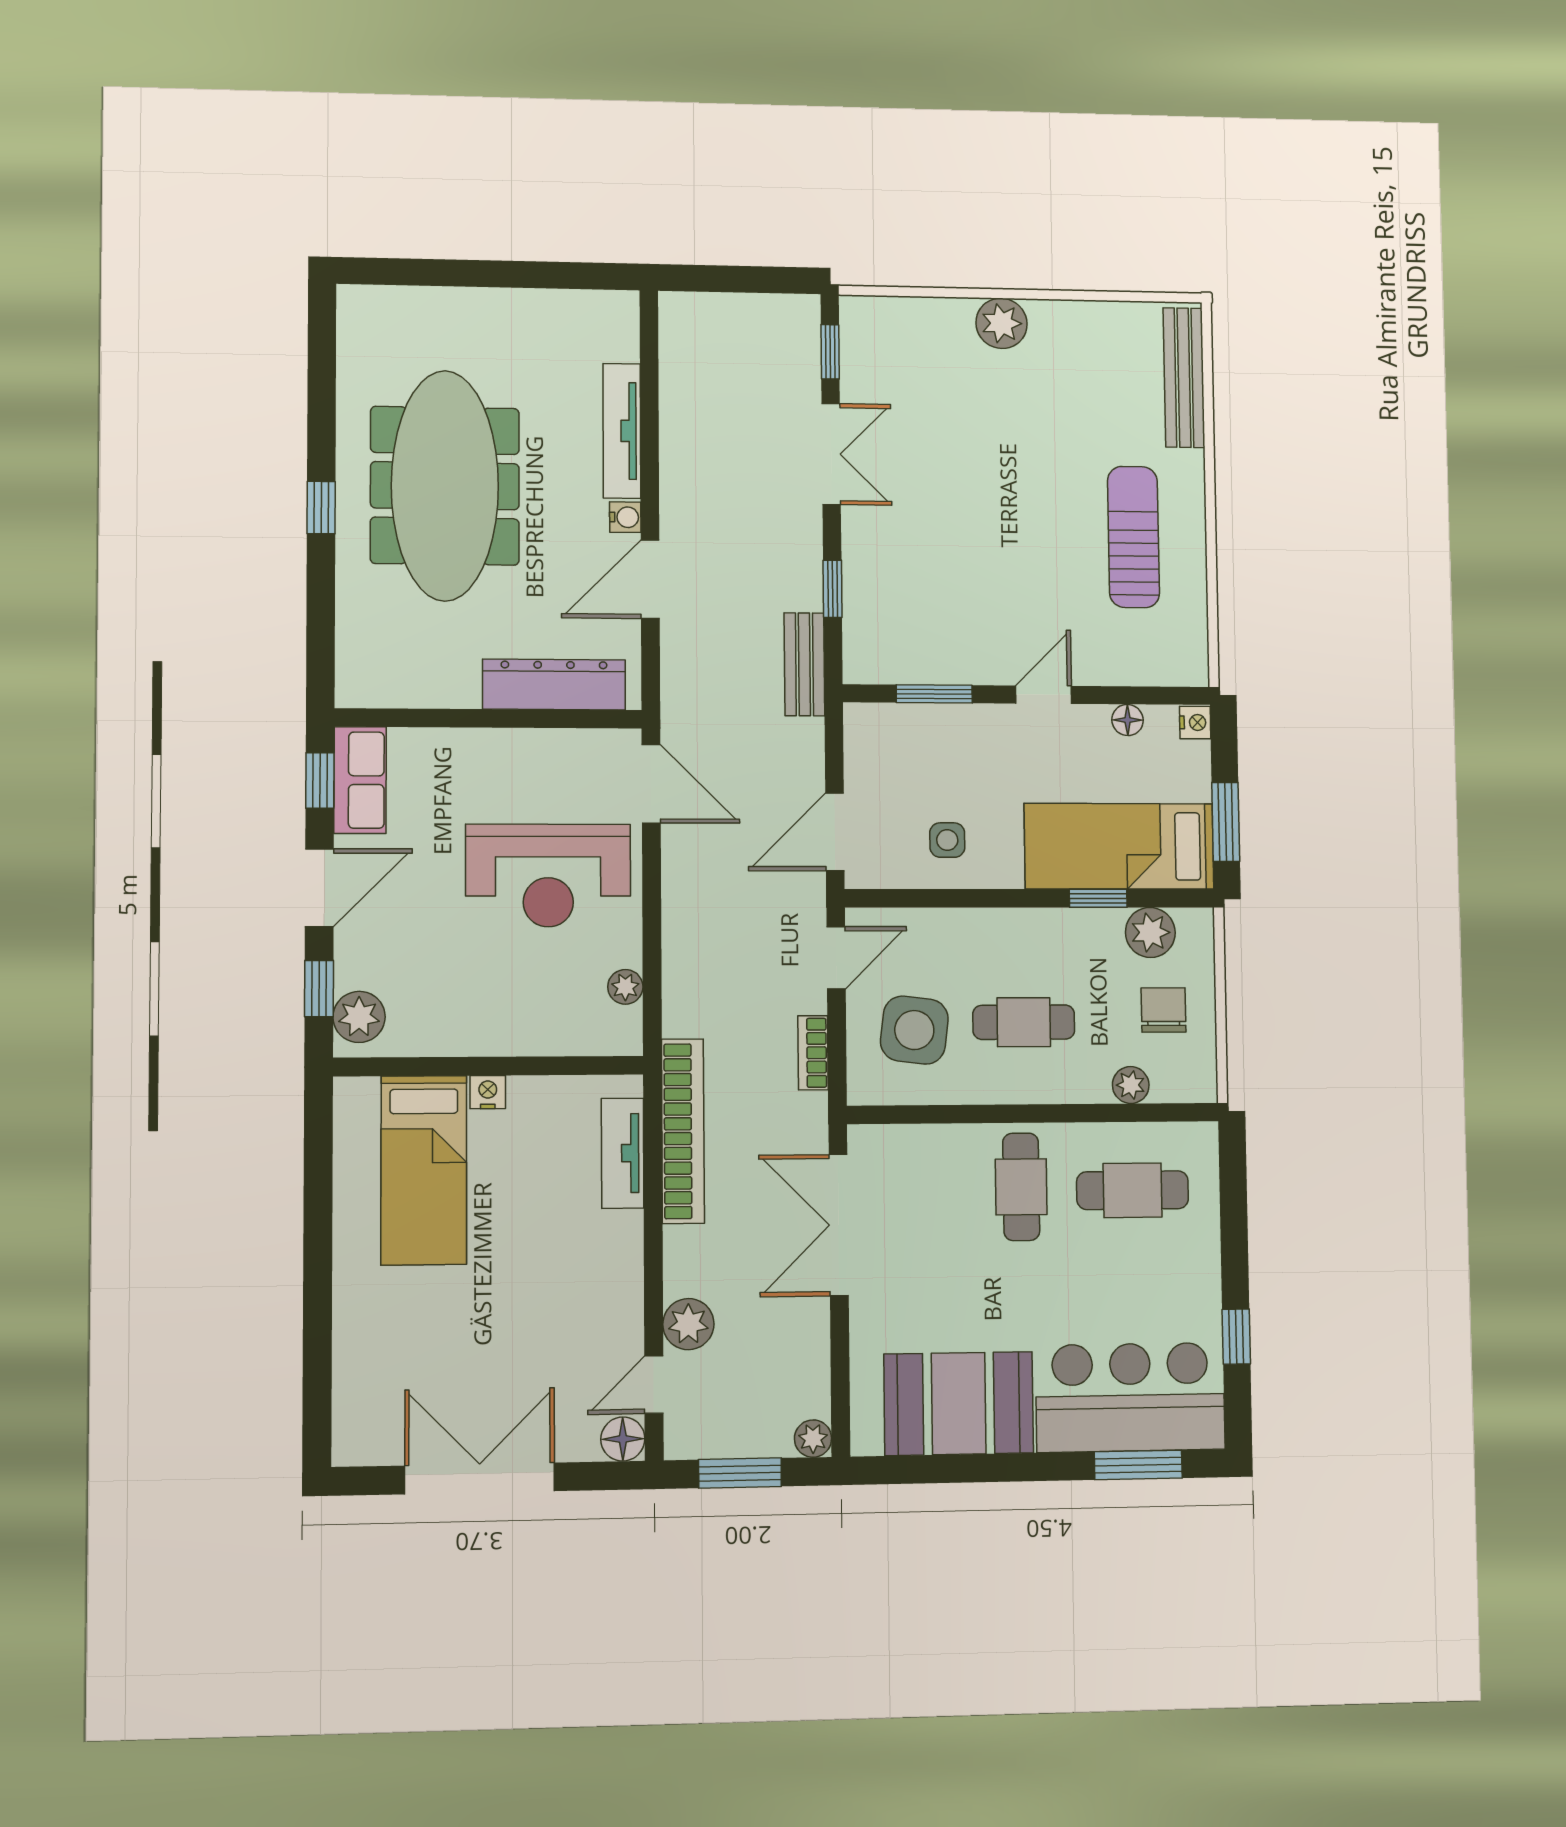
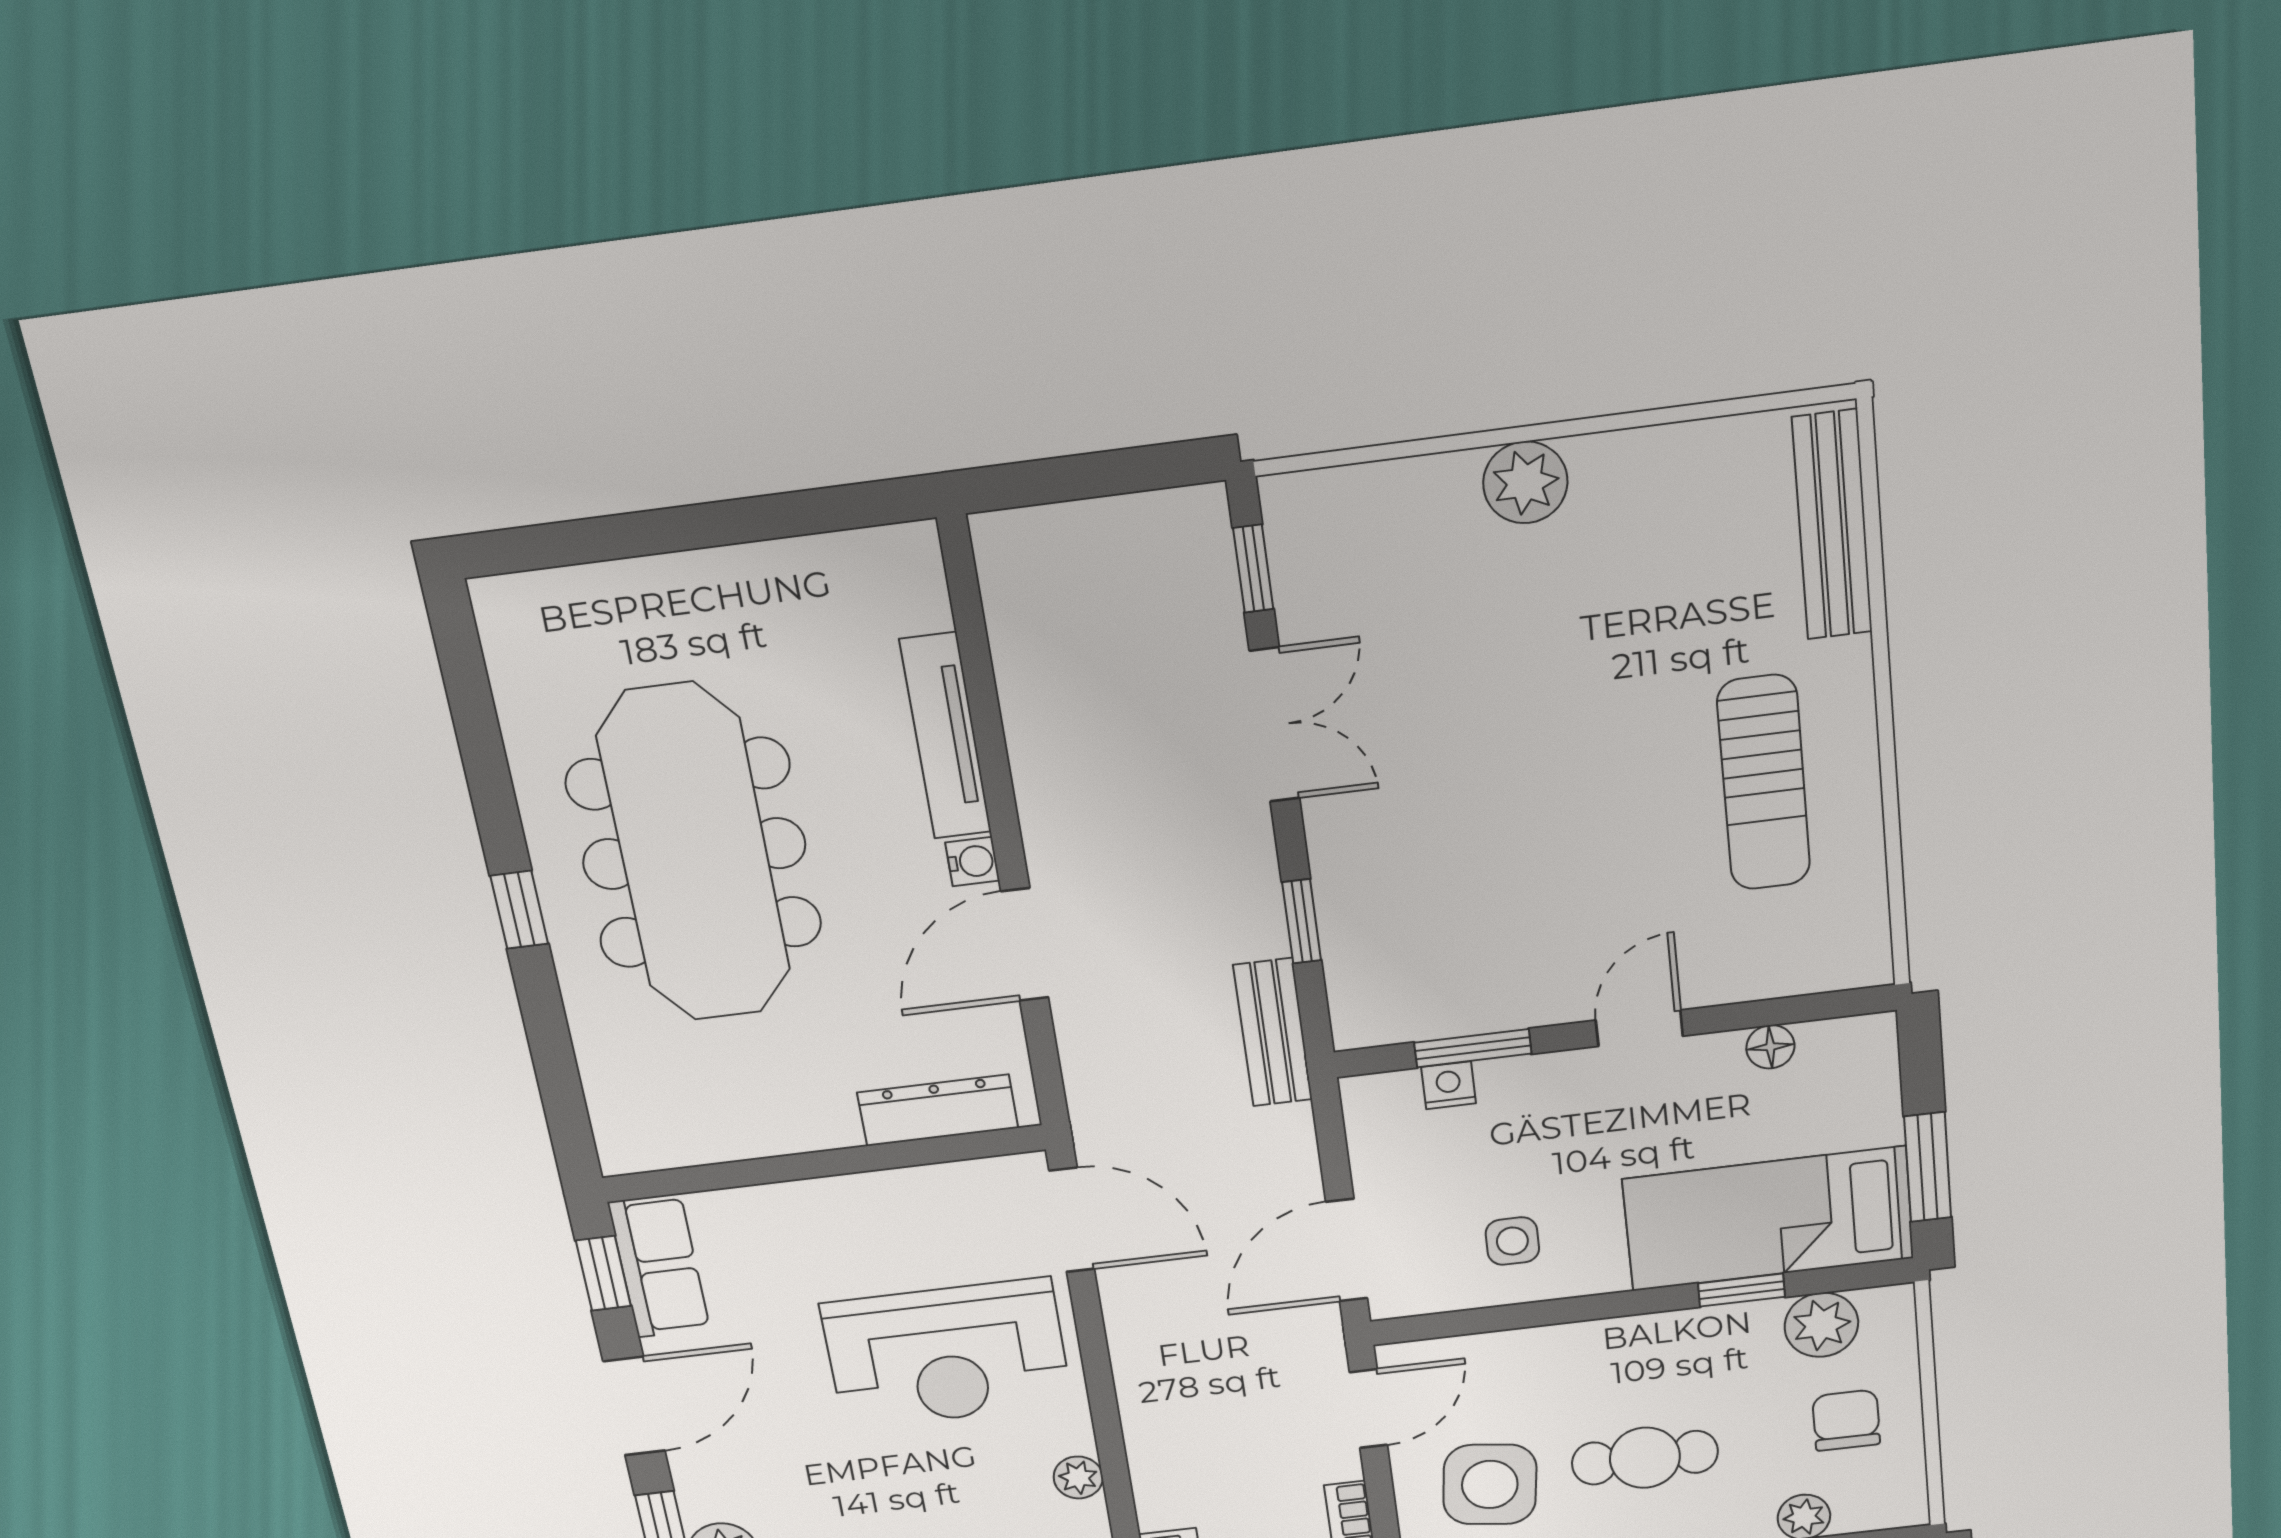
sun lounger: (1133, 537) -> (1764, 783), turned 180
dresser: (554, 684) -> (938, 1110), width x0.73, depth x0.80
nightstand: (1195, 723) -> (1449, 1085), moved, turned -90

